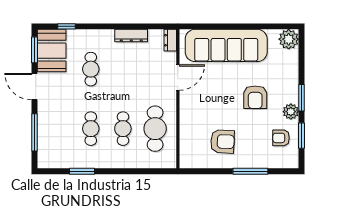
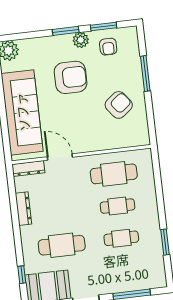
dresser: (170, 40) -> (28, 168), width x1.44
cafe table: (91, 69) -> (62, 245), width x1.37, depth x1.35
armchair: (255, 97) -> (71, 77), width x1.36, depth x1.36
armchair: (222, 141) -> (119, 105), turned 49

